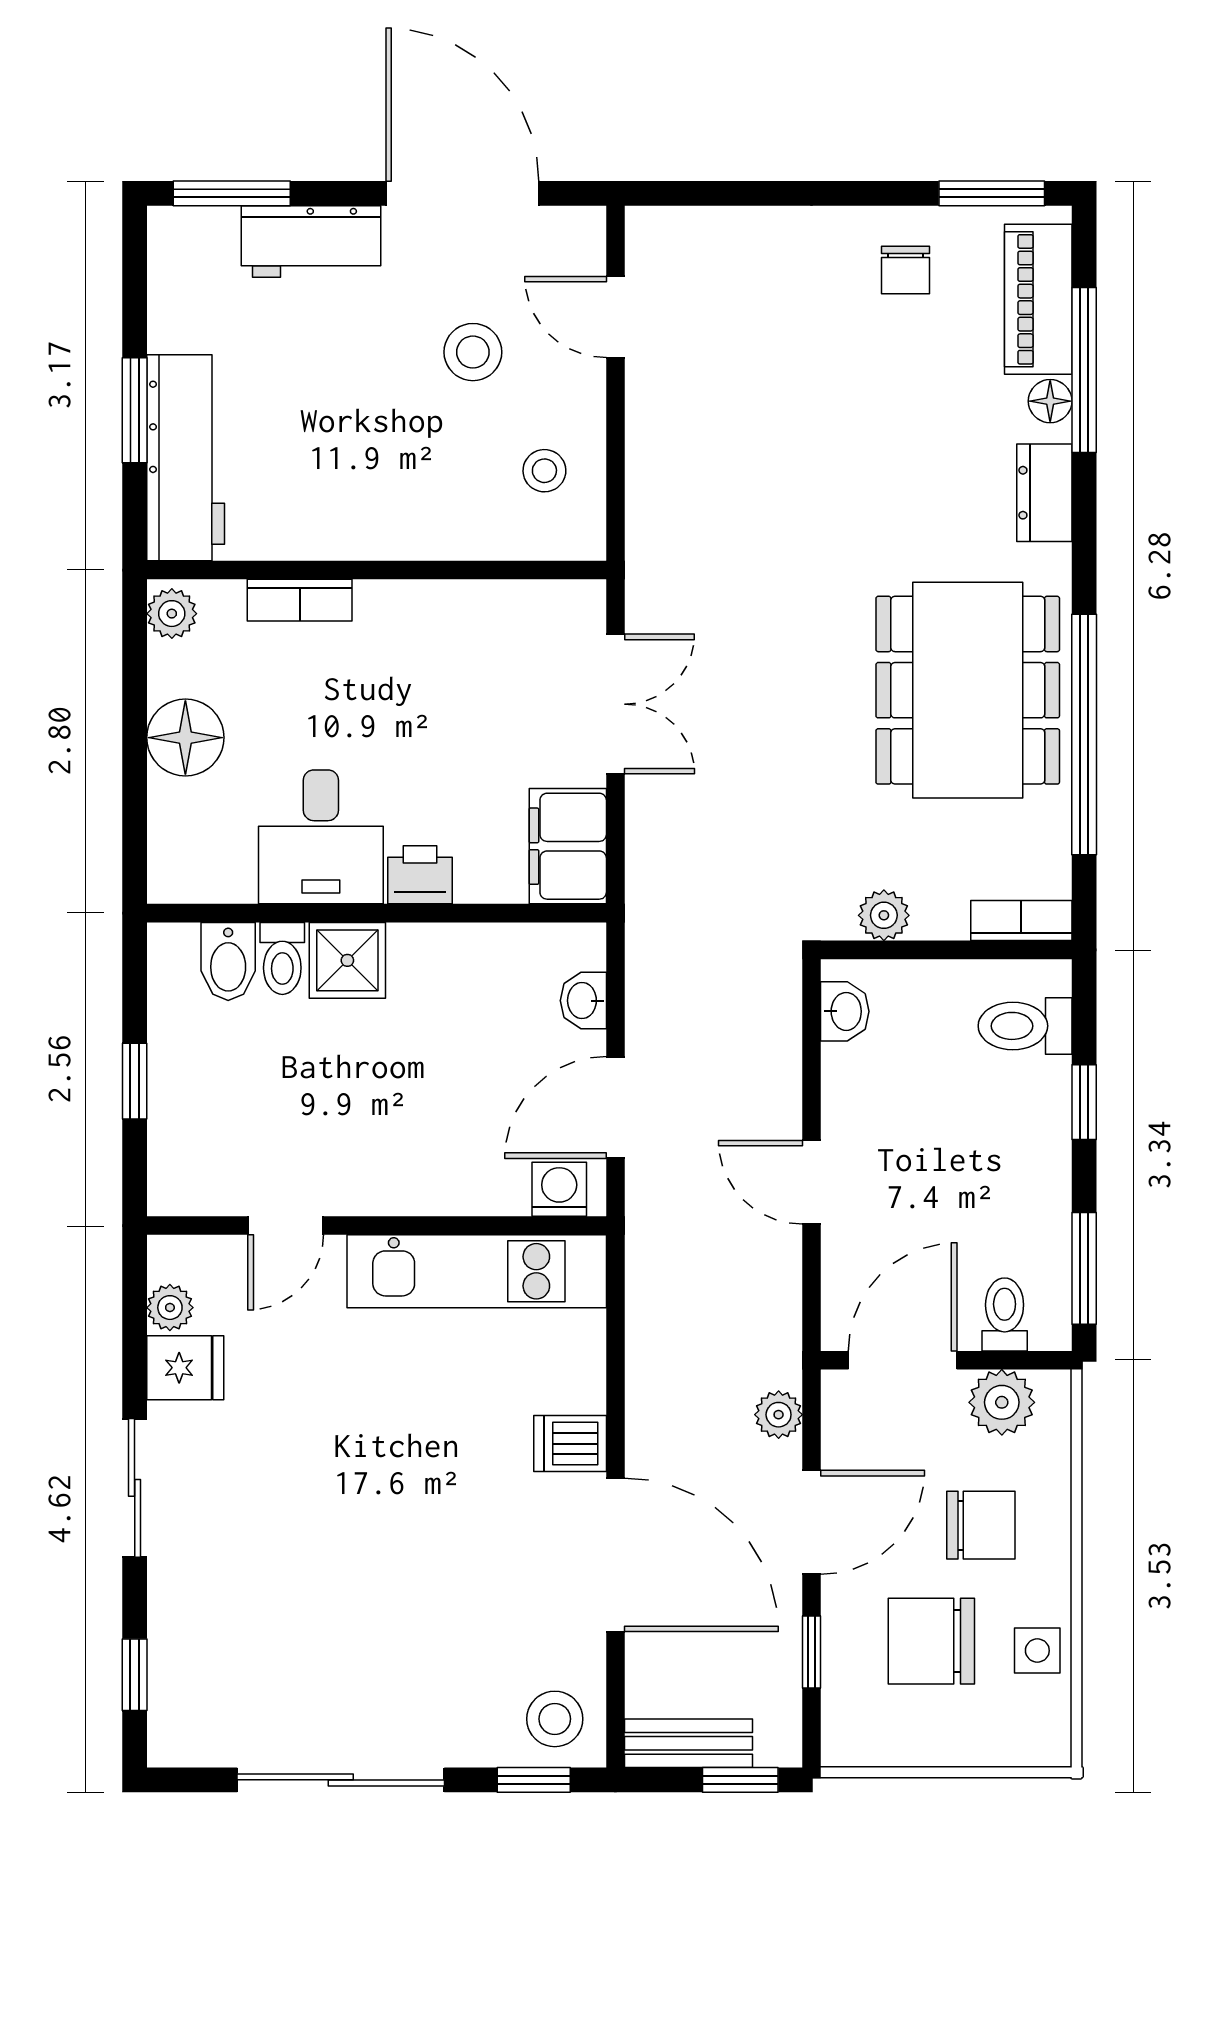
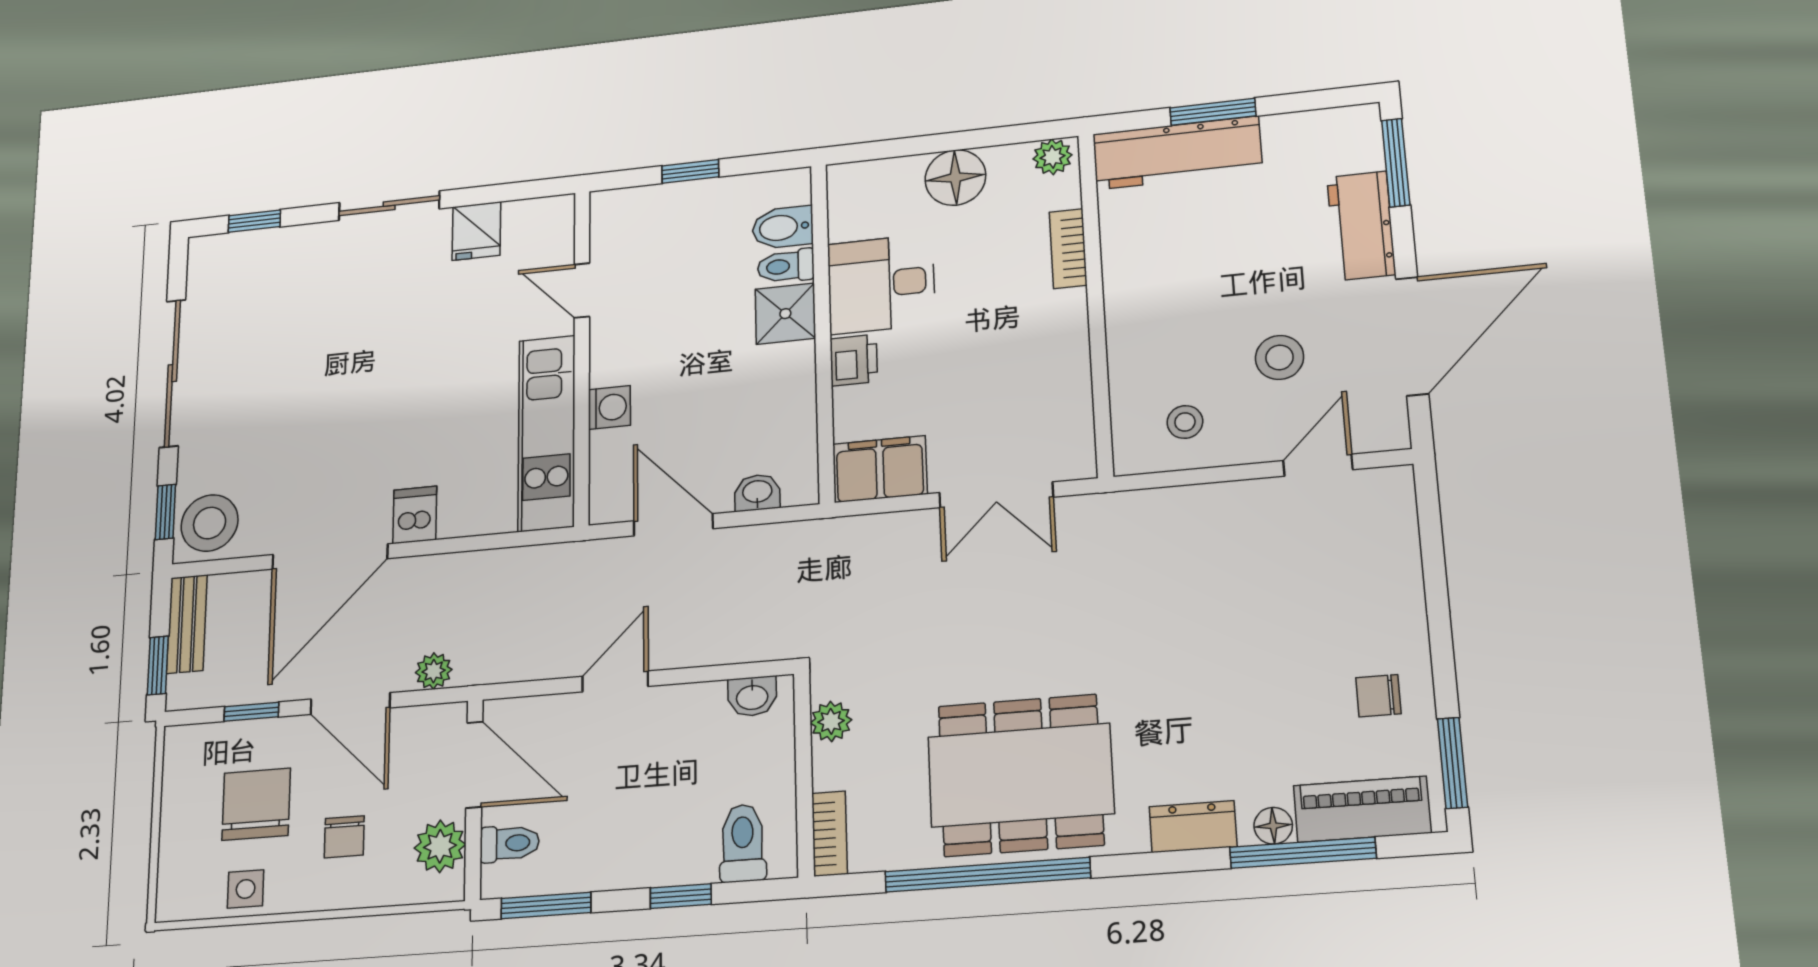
washing machine: (559, 1189) -> (609, 407), moved
plant: (170, 1308) -> (521, 215), removed
chair: (981, 1525) -> (344, 837), width x0.73, depth x0.73
stool: (555, 1719) -> (210, 523), width x1.38, depth x1.38

